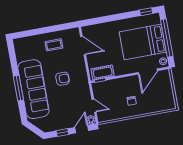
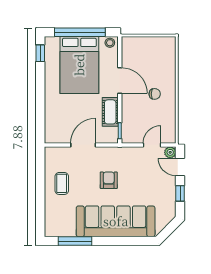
door: (83, 45) -> (83, 145), moved
door: (148, 72) -> (120, 81), moved
cot: (103, 73) -> (110, 112), moved
window: (18, 88) -> (75, 241), moved

